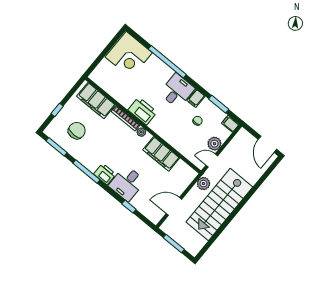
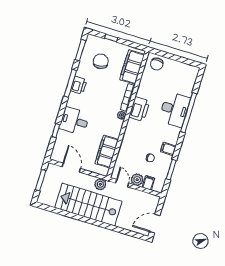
corner desk: (129, 55) -> (181, 78), removed
chair: (104, 74) -> (157, 64), added
desk: (177, 91) -> (174, 109), moved, width x1.37
filing cabinet: (230, 124) -> (148, 183), moved
chair: (77, 131) -> (101, 61), turned -101
filing cabinet: (161, 154) -> (107, 152), moved
printer: (105, 174) -> (79, 85), moved

